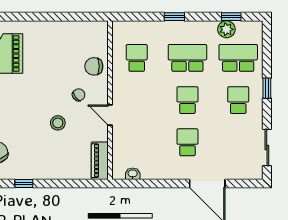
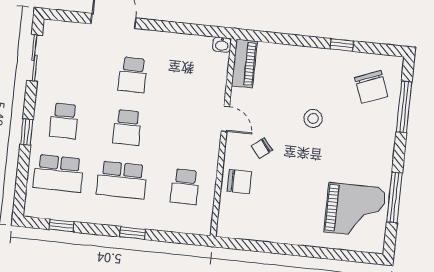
plant: (226, 29) -> (69, 210), removed
stool: (58, 123) -> (313, 118), moved
washbasin: (133, 174) -> (222, 45), moved

